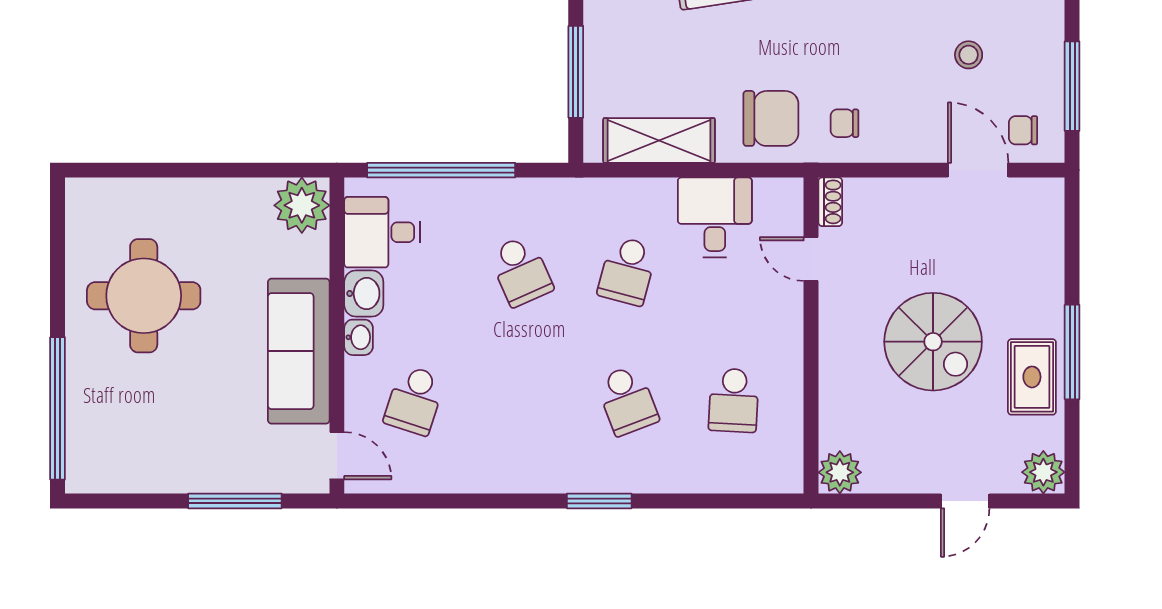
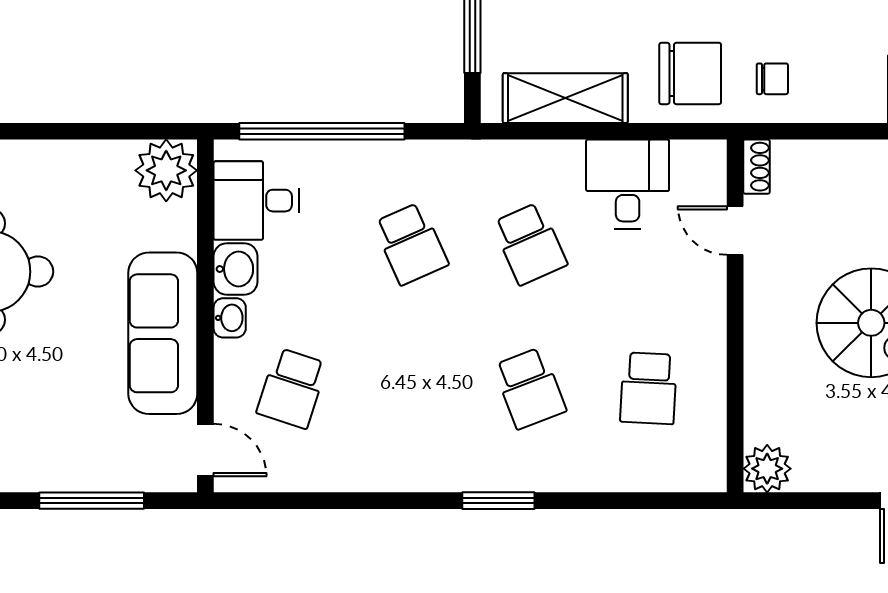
chair: (844, 123) -> (772, 79), turned 180
school desk: (627, 271) -> (530, 244), turned -39

